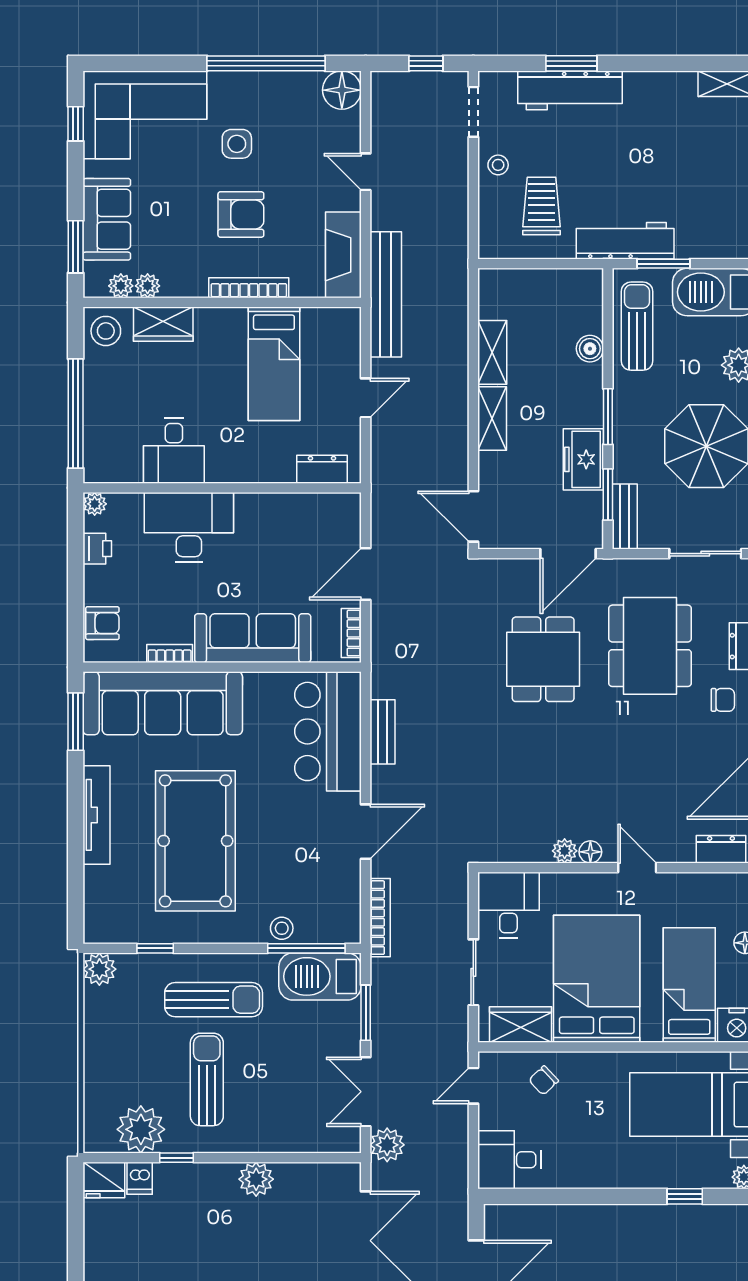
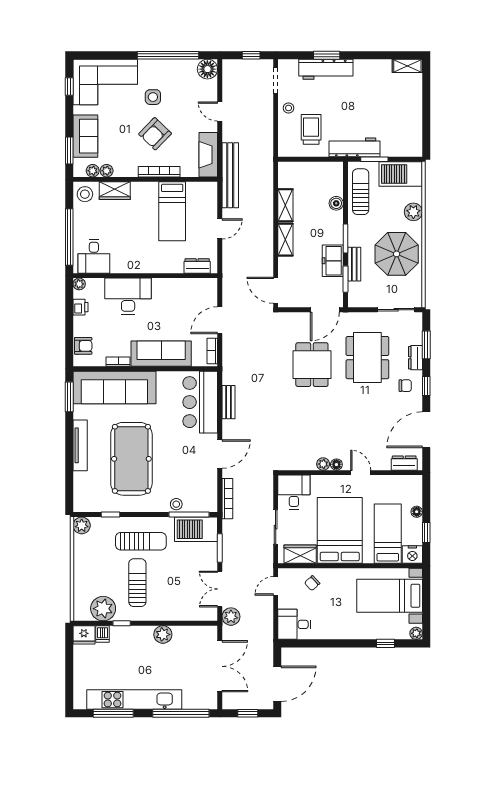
armchair: (241, 214) -> (155, 134), turned 134
desk: (174, 451) -> (94, 256), moved
bench: (625, 517) -> (354, 264), moved

